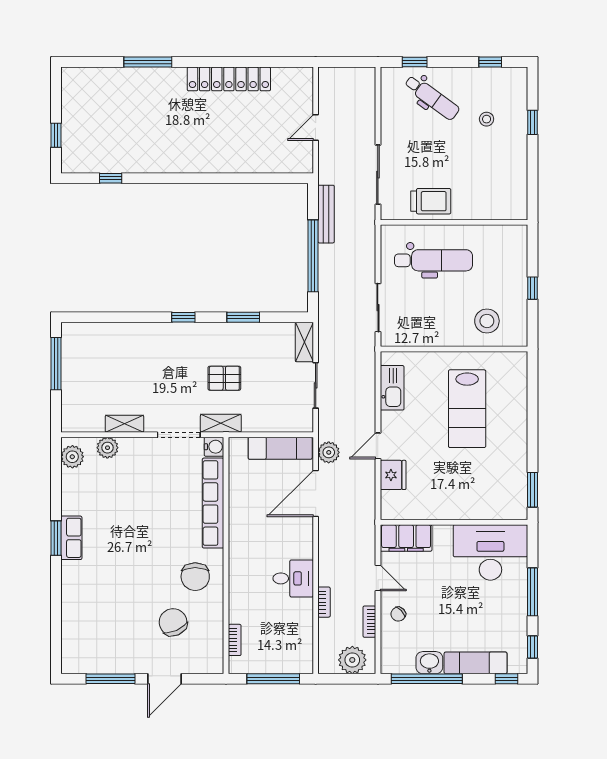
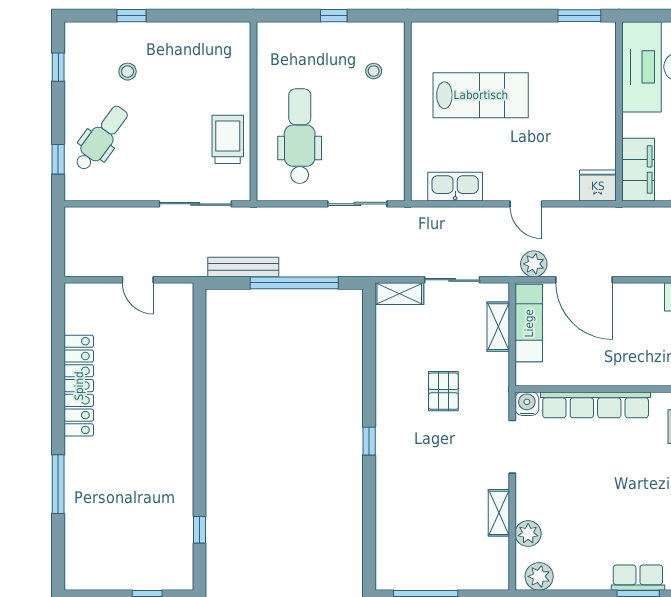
window: (243, 317) -> (369, 368), removed
stool: (487, 321) -> (374, 71), width x0.53, depth x0.53
shelving: (221, 423) -> (498, 327), moved
fridge: (393, 475) -> (598, 186), moved

